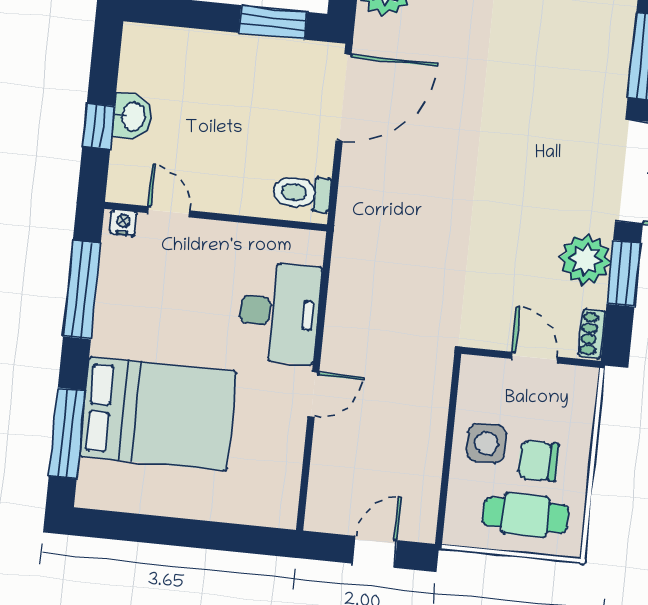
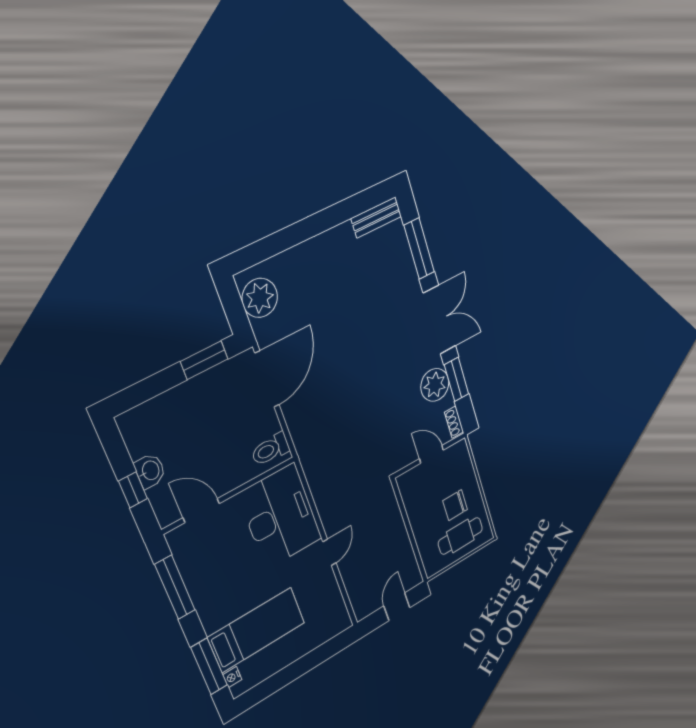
door: (169, 212) -> (201, 511), width x1.38
nightstand: (123, 223) -> (232, 677), moved, turned -90
desk: (279, 312) -> (280, 516), width x1.36, depth x1.30
bed: (158, 414) -> (257, 630), width x0.67
side table: (486, 443) -> (427, 514), removed

